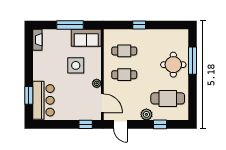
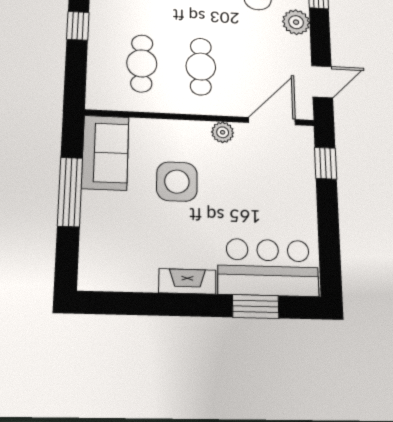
fireplace: (37, 40) -> (187, 281), moved

